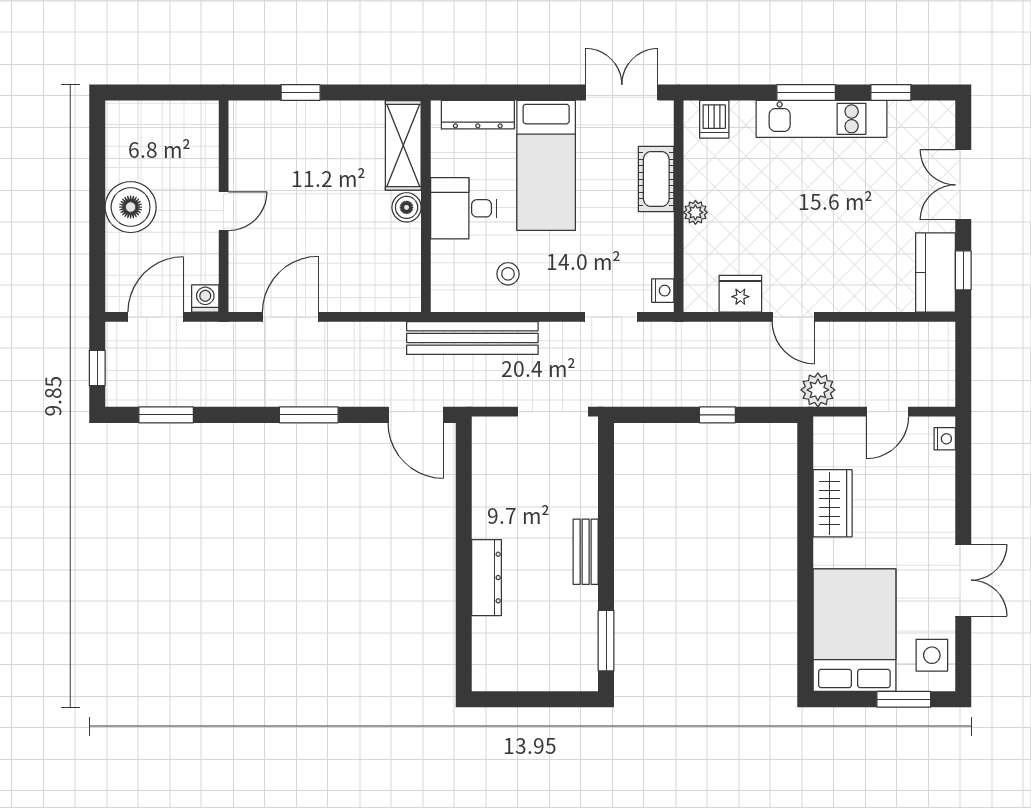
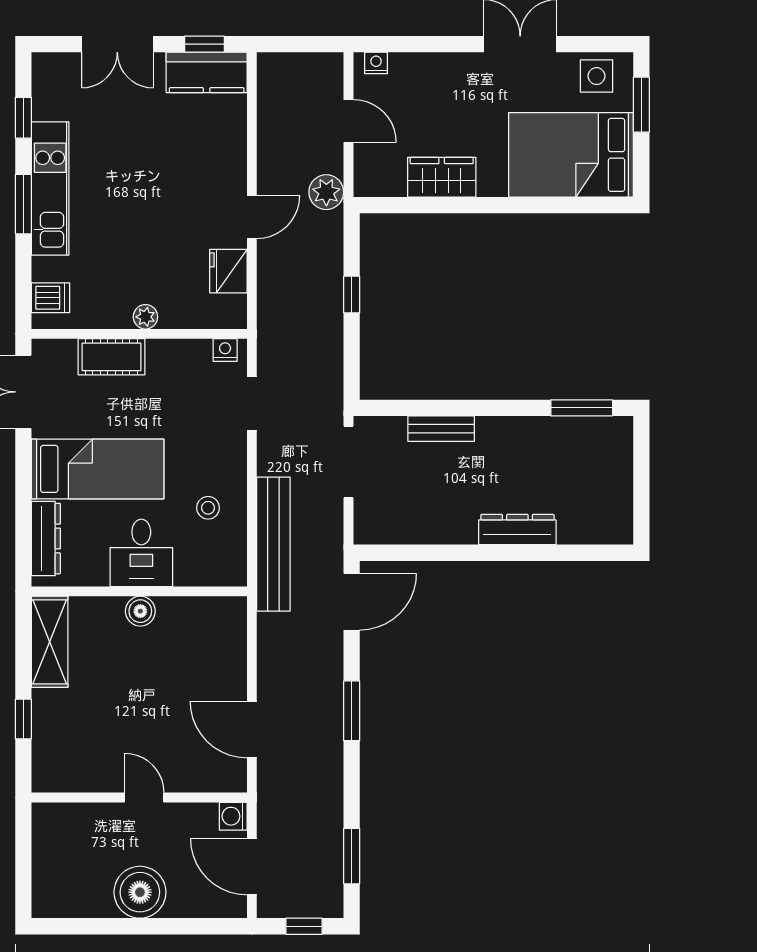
shelving: (403, 145) -> (50, 642), moved, turned 90
bench: (586, 552) -> (441, 429), moved

